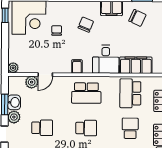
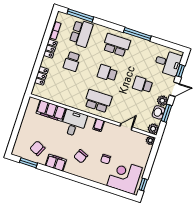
plant: (32, 82) -> (153, 129), moved
school desk: (130, 93) -> (63, 90), removed

